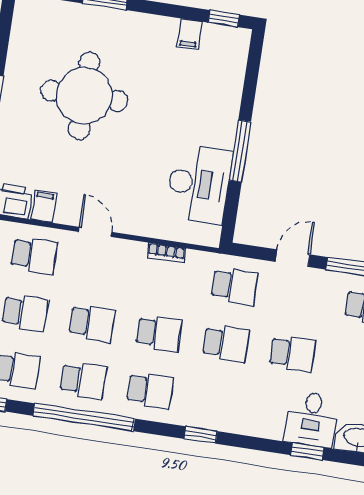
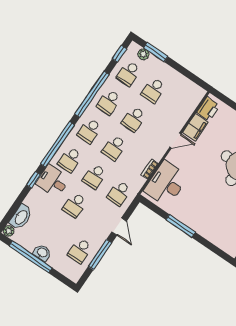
desk: (199, 184) -> (166, 184), moved, turned 90
filing cabinet: (44, 206) -> (195, 127), width x2.00
school desk: (34, 255) -> (70, 160), moved
desk: (311, 419) -> (53, 181), moved
window: (201, 435) -> (57, 145), width x3.17
window: (307, 451) -> (33, 180), moved

